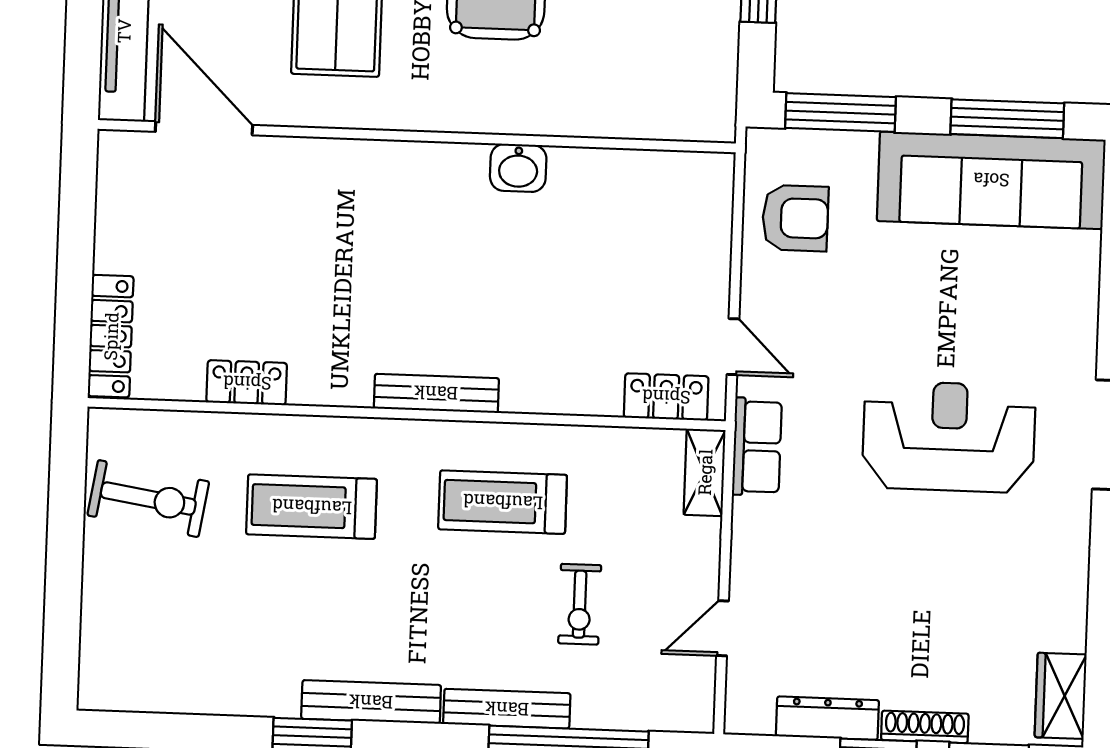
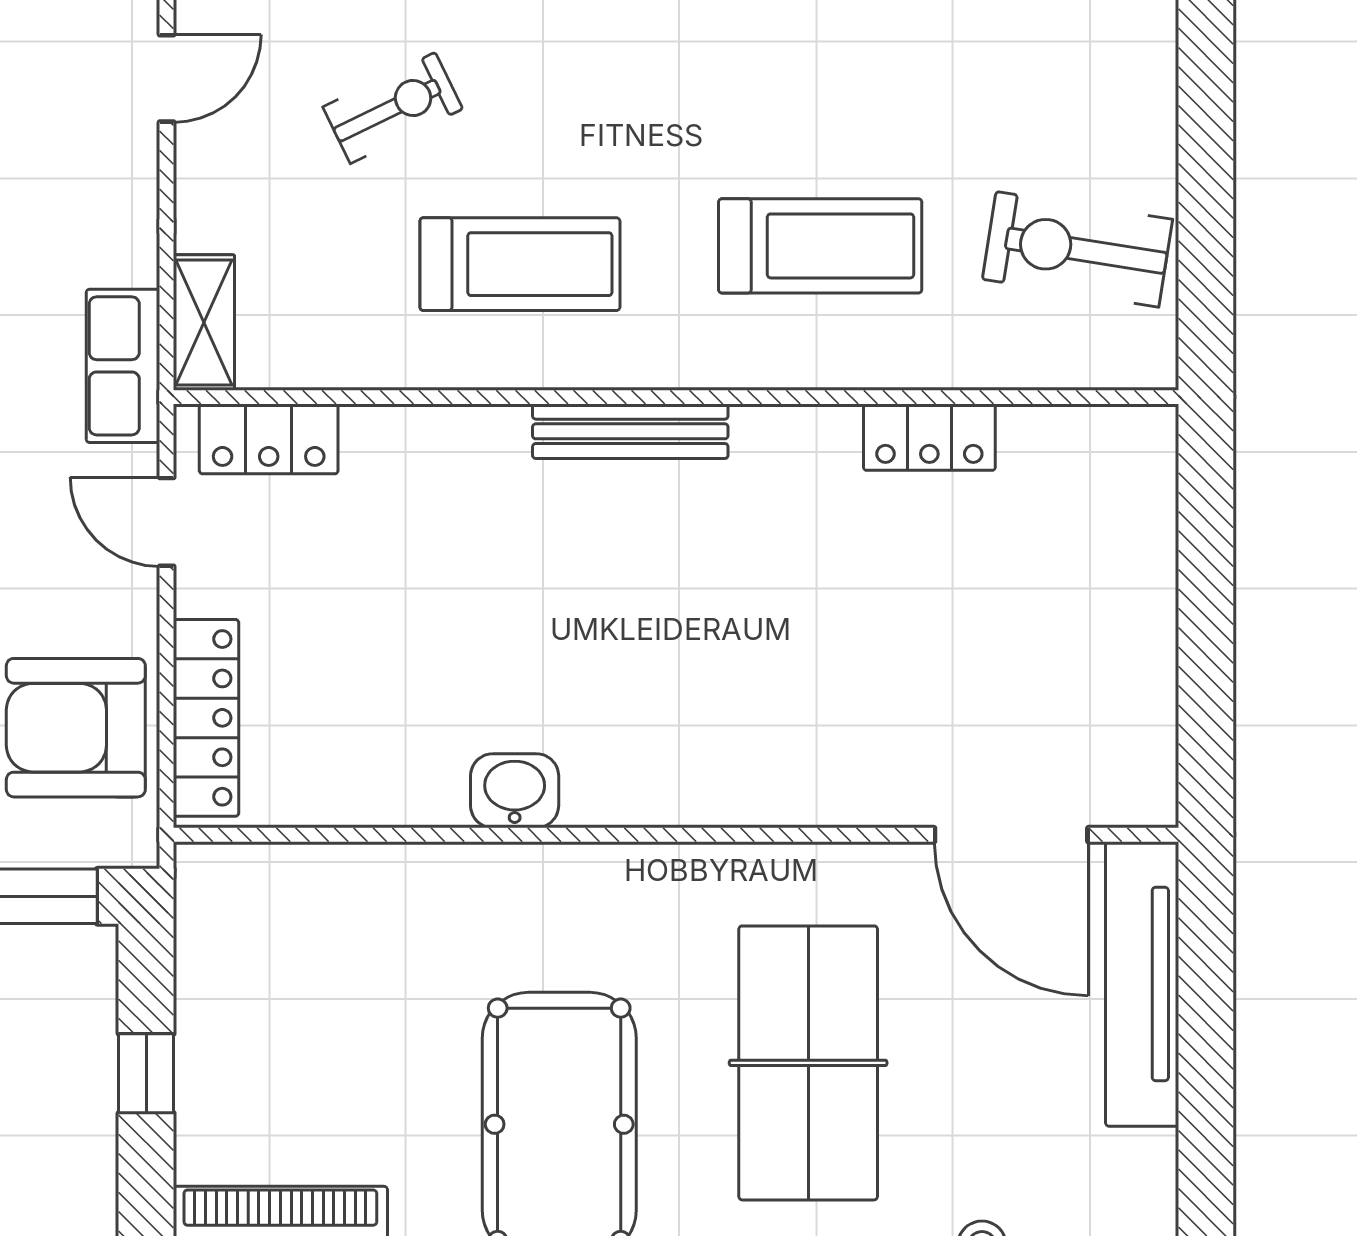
armchair: (795, 218) -> (76, 728), width x1.36, depth x1.36
locker: (111, 336) -> (206, 718), moved, turned 180
exercise bike: (580, 604) -> (393, 108), turned 64

